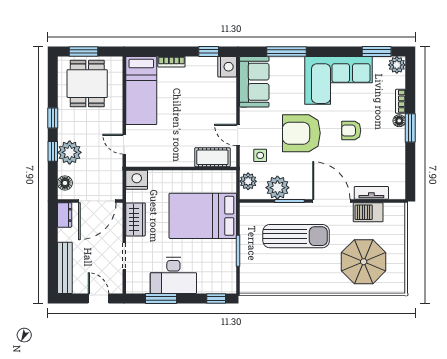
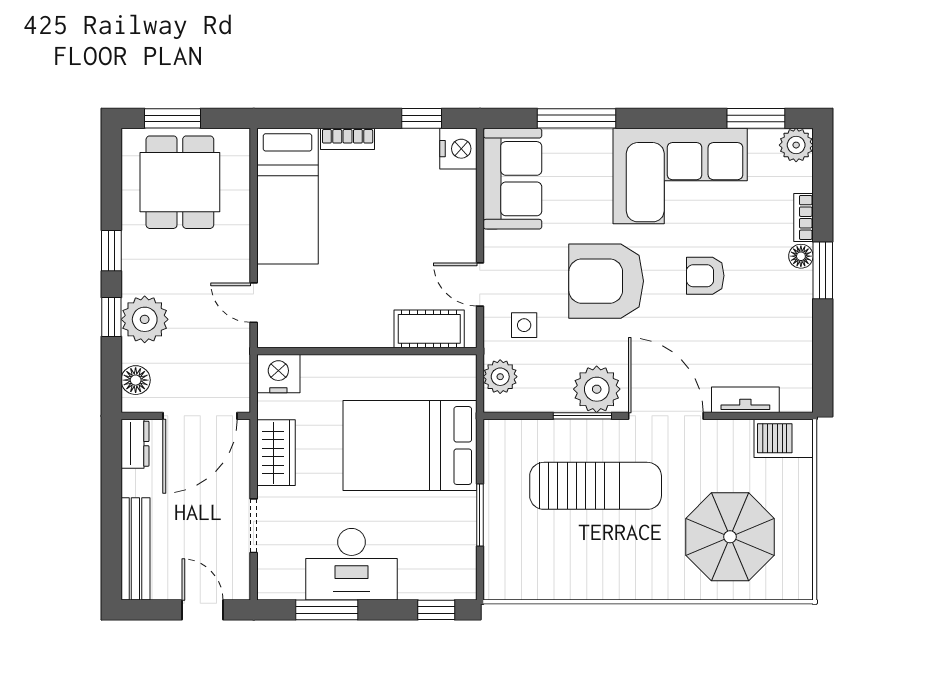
plant: (277, 188) -> (597, 389), moved
barbecue: (368, 212) -> (784, 438), moved

